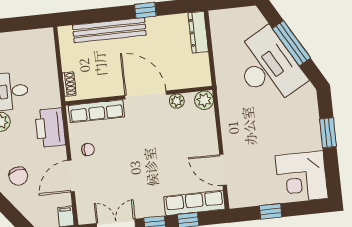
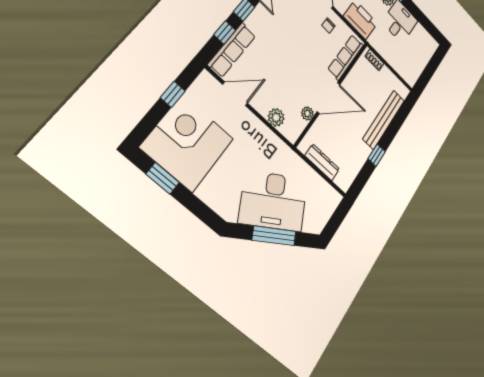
dresser: (198, 32) -> (322, 162), moved
plant: (204, 100) -> (276, 117), moved
window: (328, 133) -> (163, 178), moved
corner desk: (302, 177) -> (187, 143), width x1.36, depth x1.36

